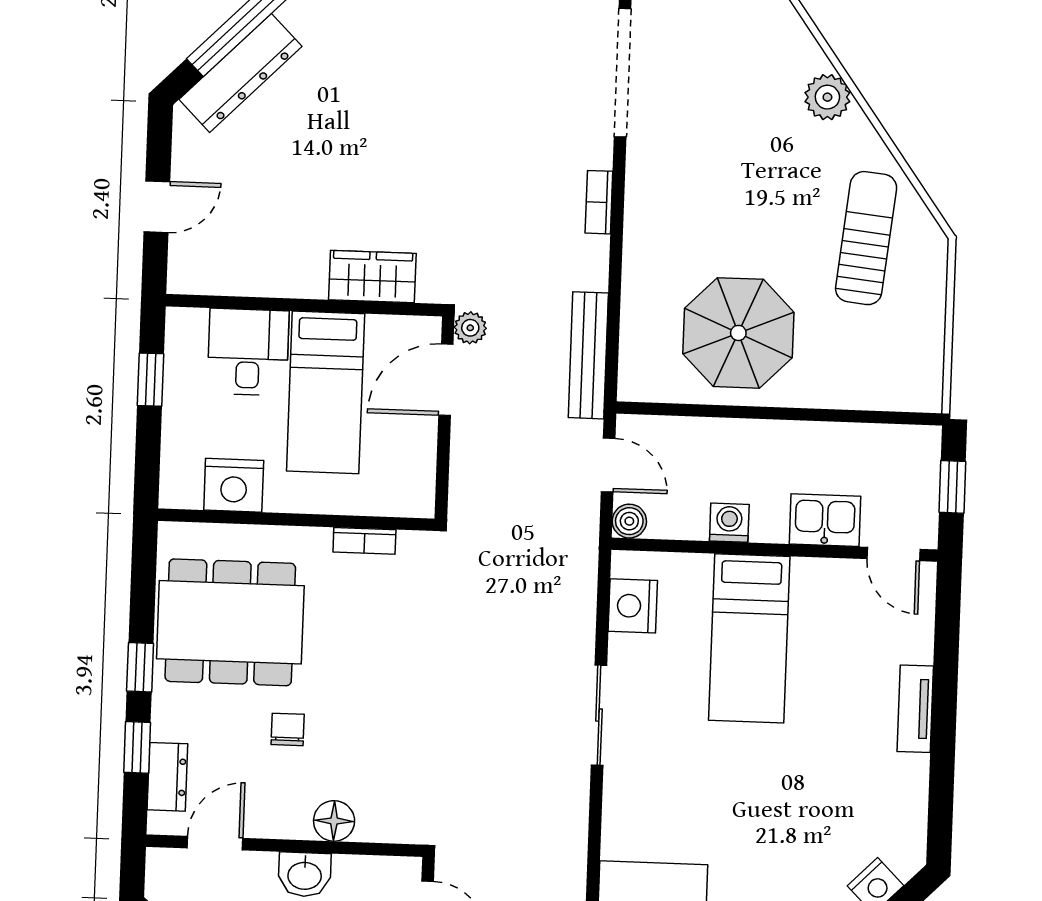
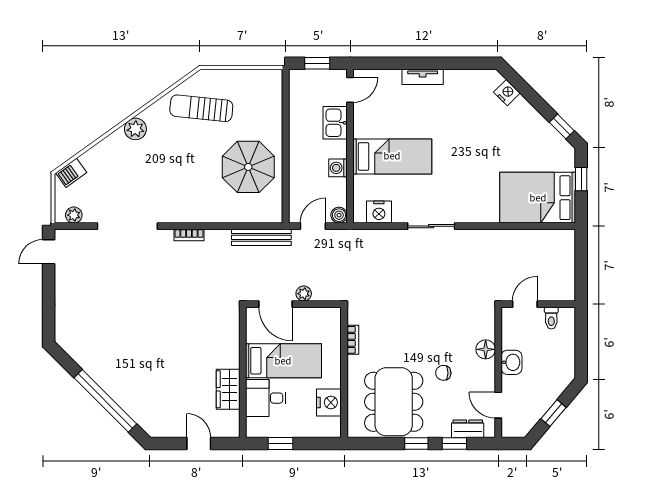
dresser: (241, 73) -> (134, 406), removed
wardrobe: (372, 277) -> (228, 389), moved
plant: (470, 328) -> (304, 294), moved

